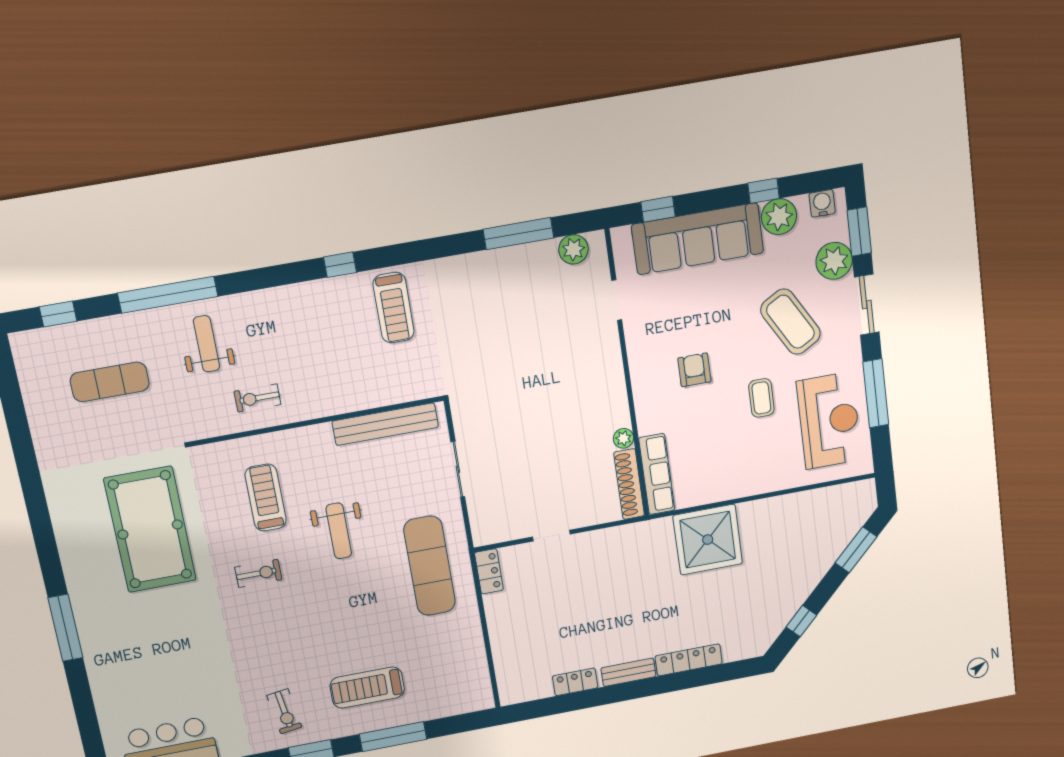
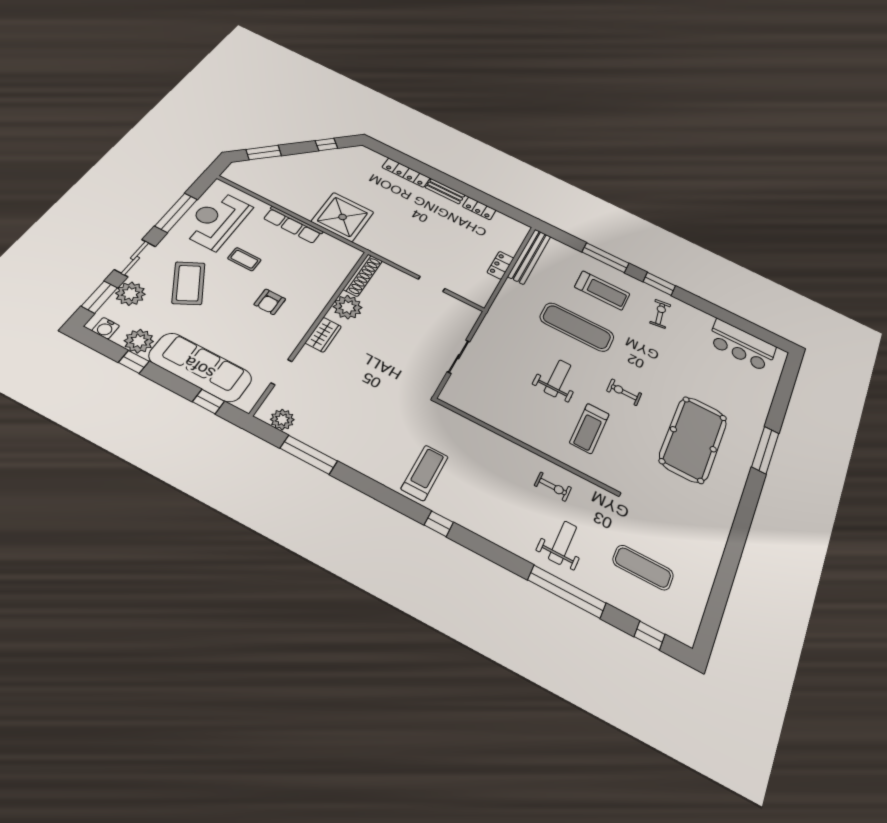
weight bench: (206, 344) -> (563, 543), turned 180
wardrobe: (611, 378) -> (323, 335), added
coffee table: (761, 398) -> (244, 259), turned 90
bench: (385, 424) -> (529, 256), moved, turned 90
plant: (623, 438) -> (348, 307), width x1.87, depth x1.87
row of seats: (657, 474) -> (293, 225), moved, turned -90
pool table: (150, 530) -> (693, 439), moved
exercise mat: (430, 566) -> (577, 327), moved, turned 90
locker: (489, 571) -> (500, 265), moved

